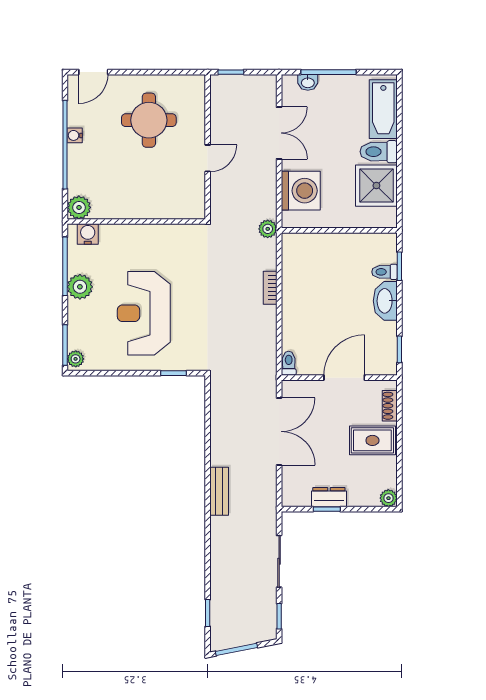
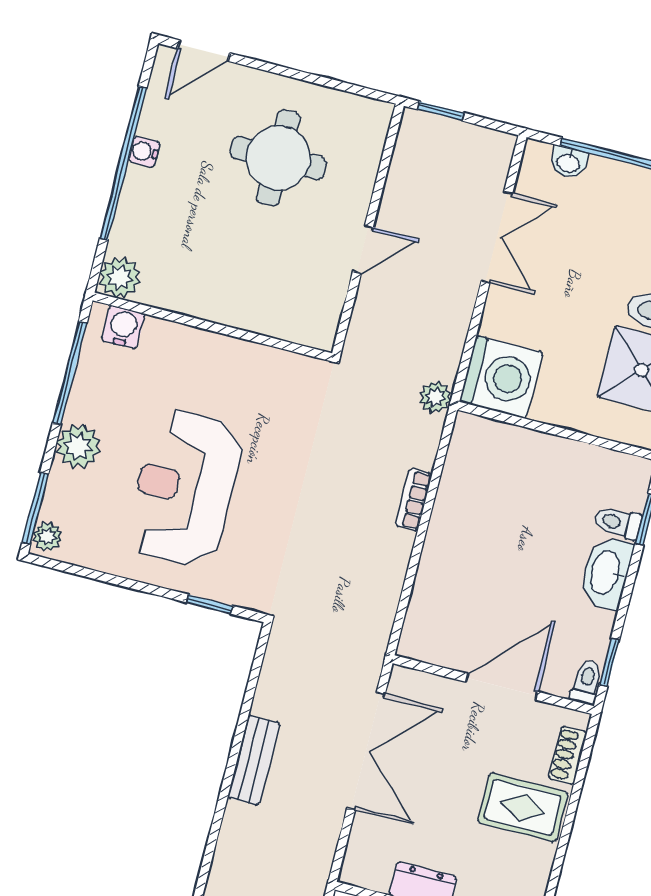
washing machine: (301, 191) -> (501, 377), moved
plant: (80, 287) -> (78, 446), moved
toilet: (289, 363) -> (587, 682), moved
bench: (219, 491) -> (254, 760), moved

